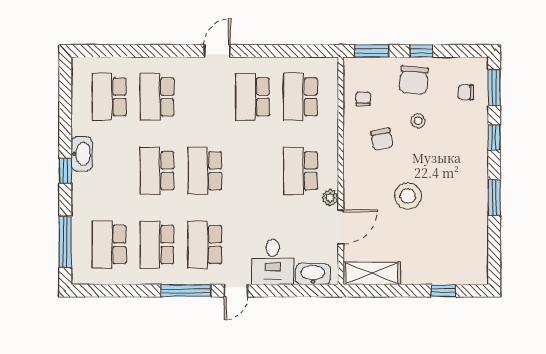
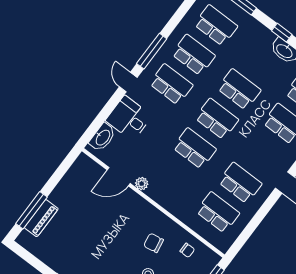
school desk: (300, 171) -> (194, 148), moved
stool: (408, 196) -> (106, 233), removed
door: (341, 227) -> (119, 177), hinge flipped
shelving: (372, 273) -> (76, 174), removed
piano: (444, 274) -> (41, 218), added
window: (443, 291) -> (31, 210), width x2.17

